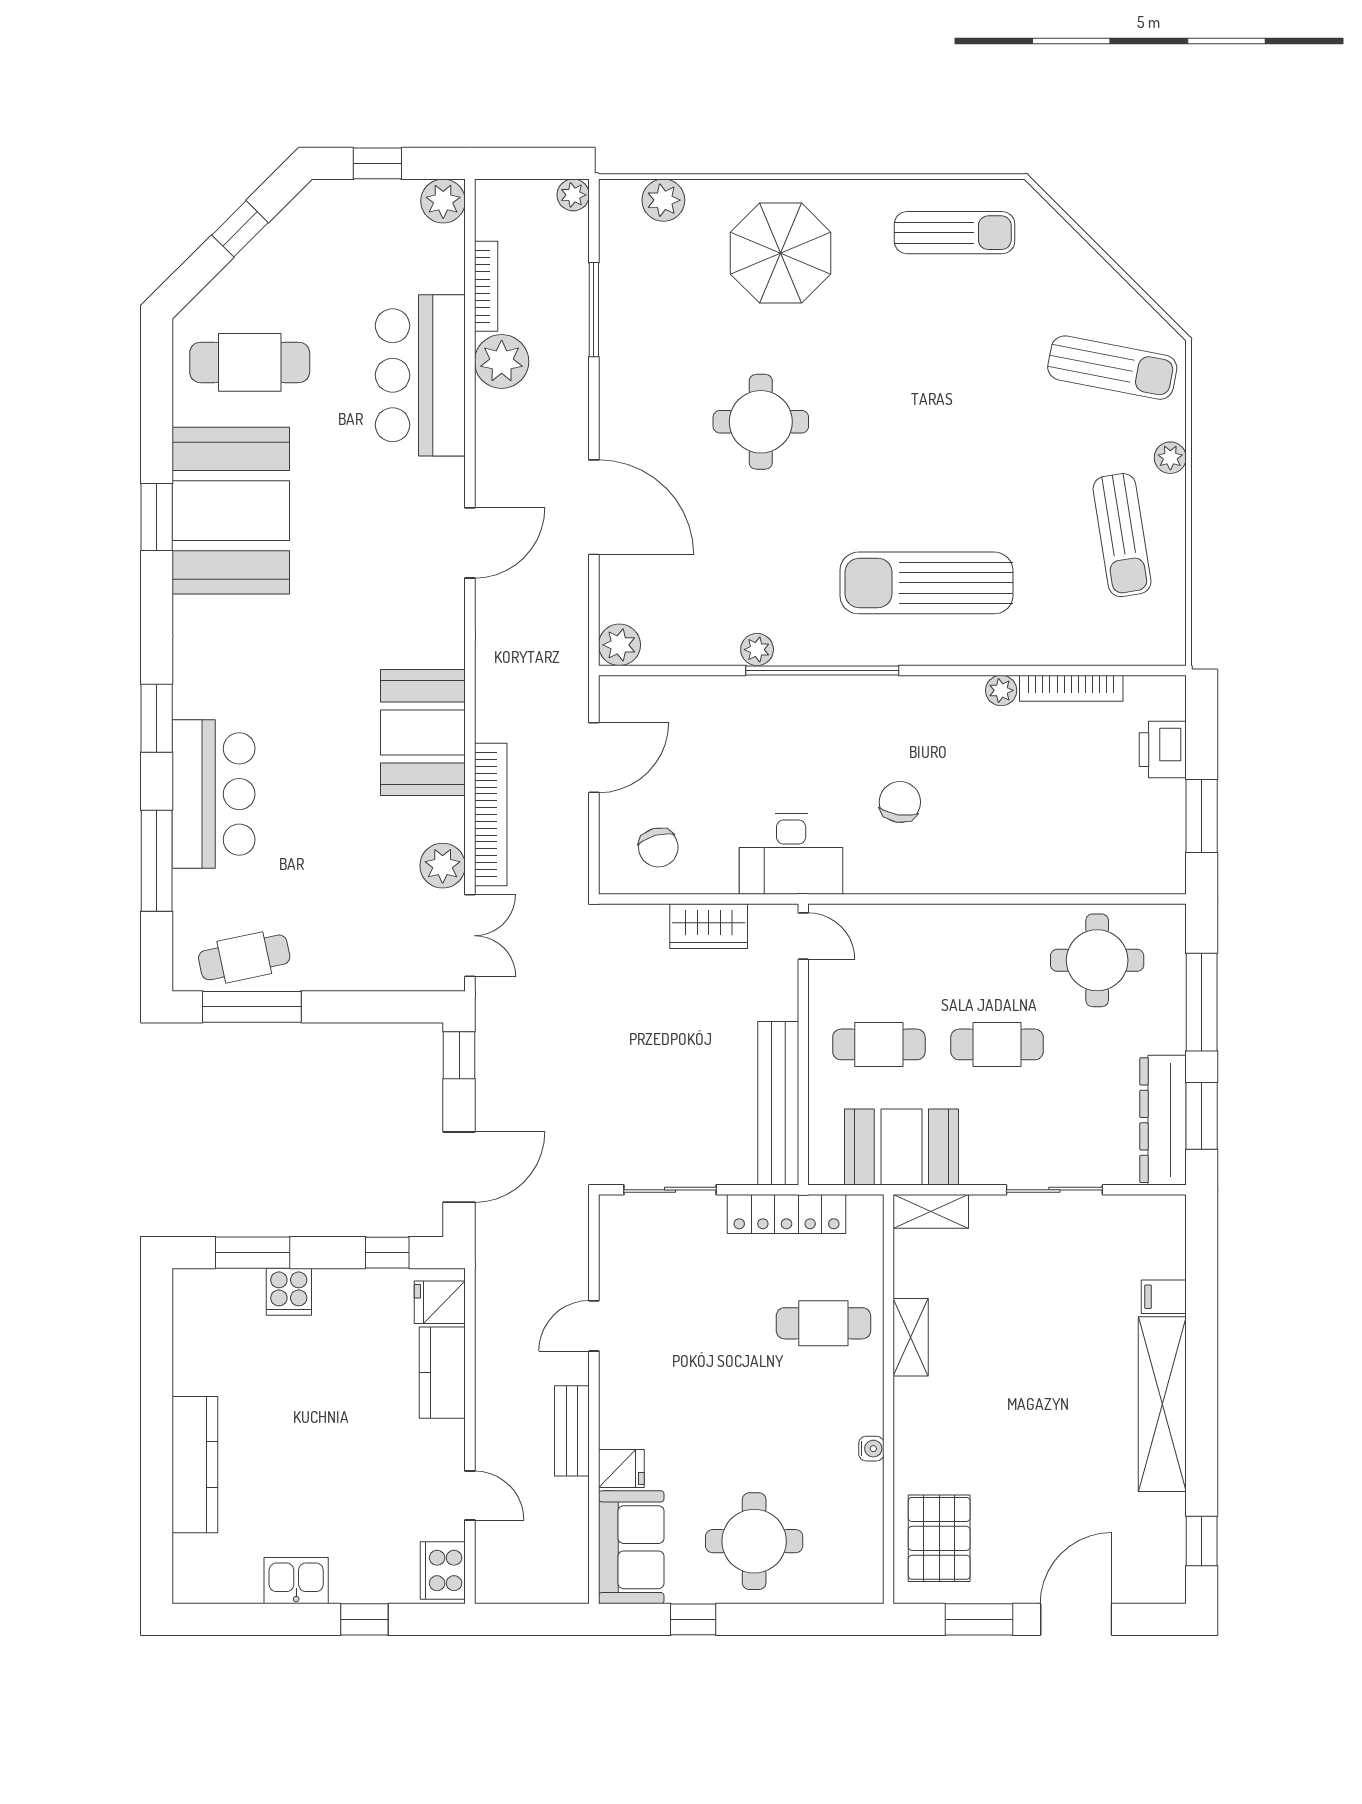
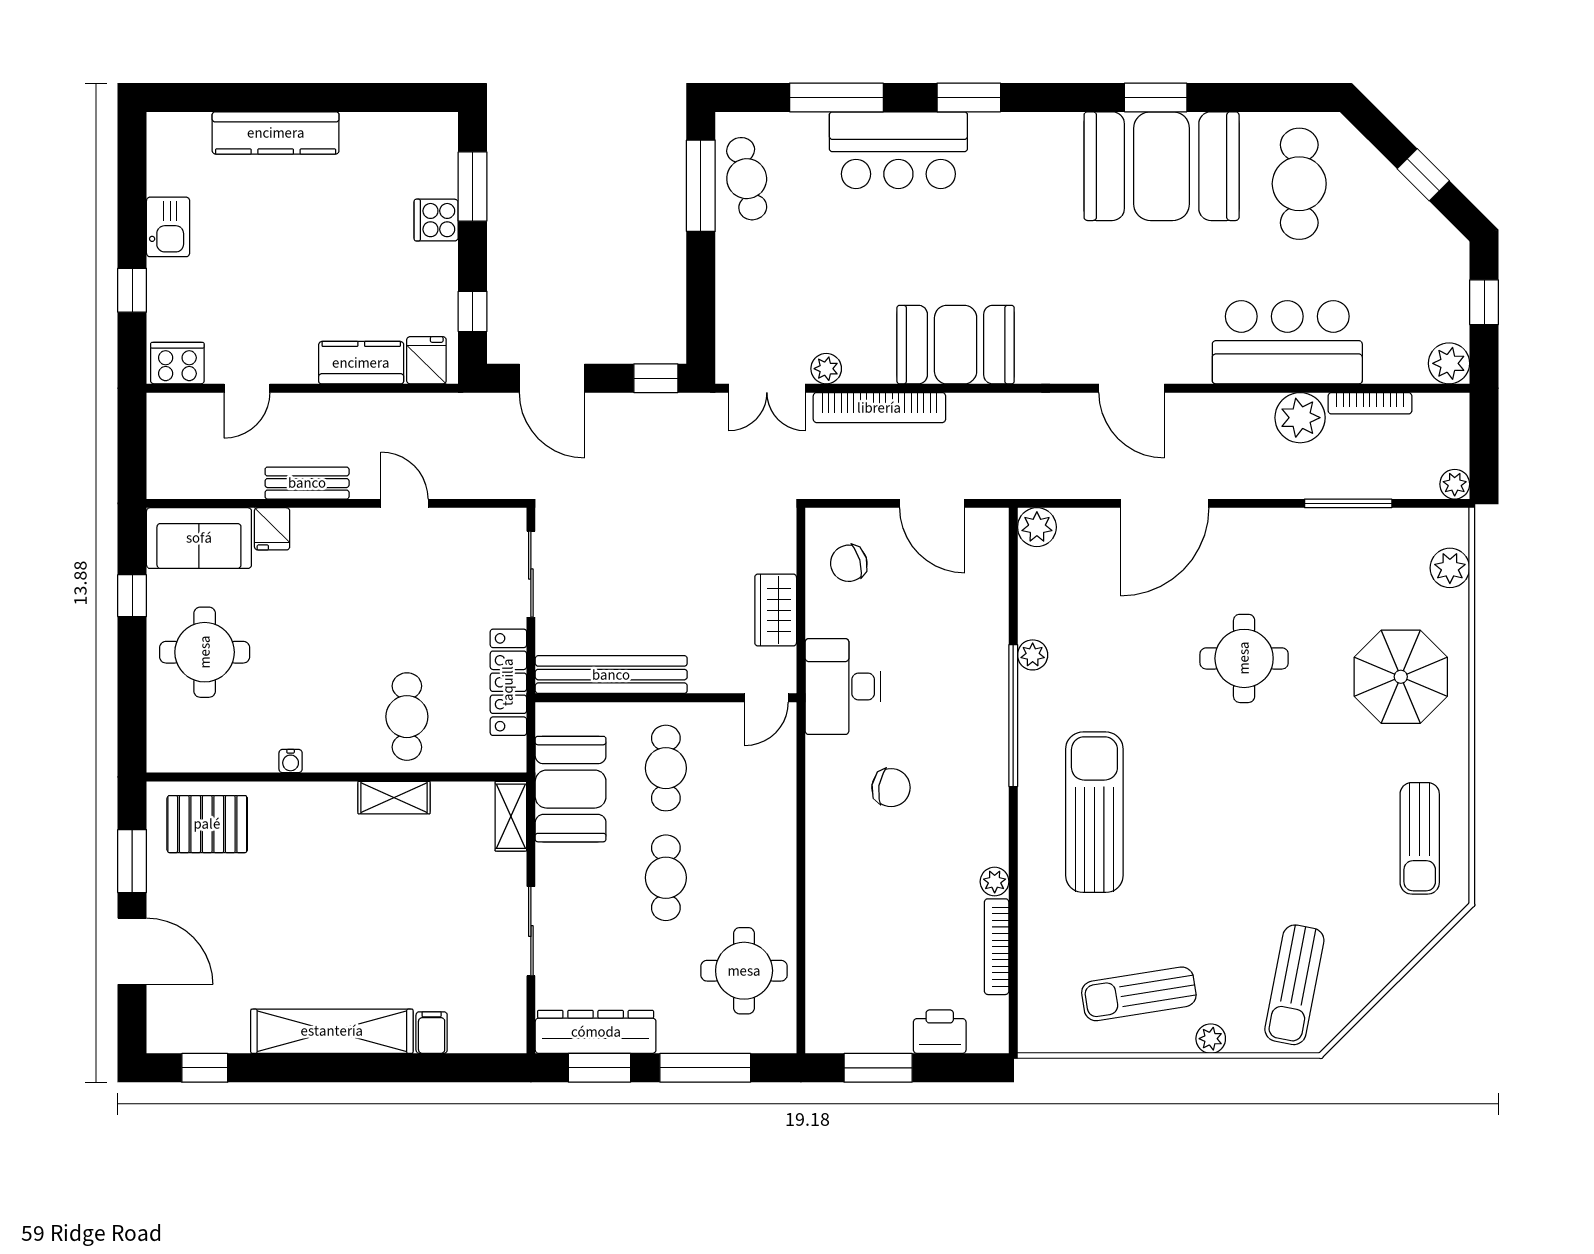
plant: (443, 866) -> (826, 369), width x0.73, depth x0.73

